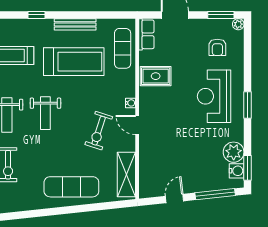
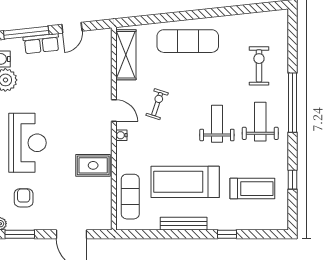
row of seats: (146, 34) -> (41, 44), moved, turned -96
exercise bike: (99, 131) -> (157, 104), width x0.73, depth x0.72

